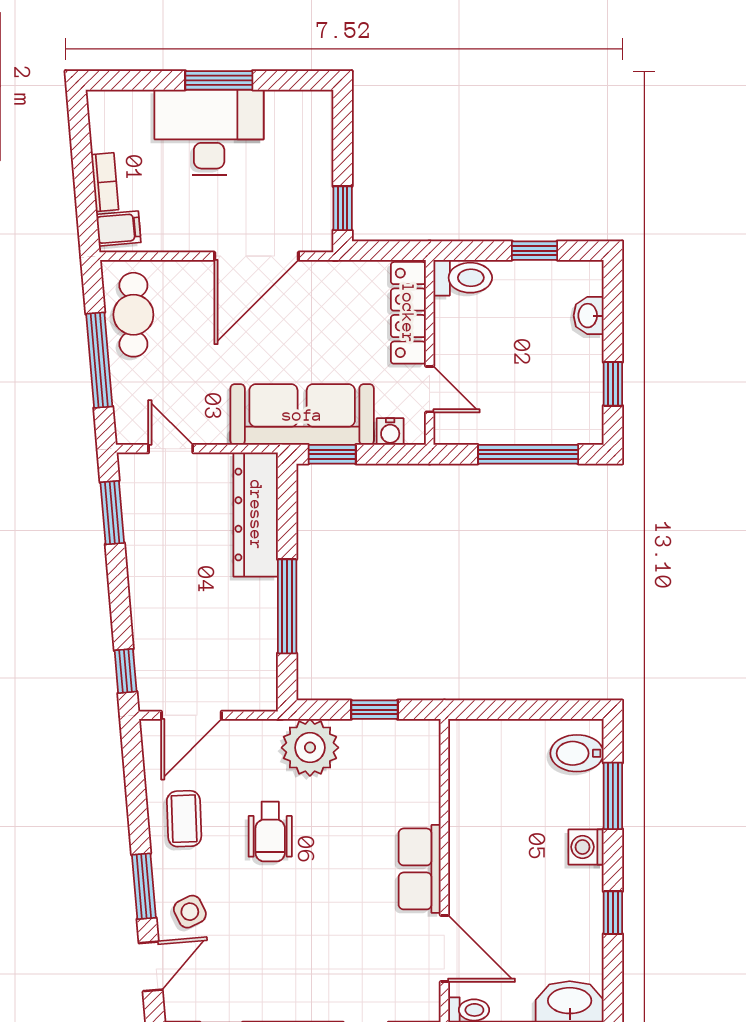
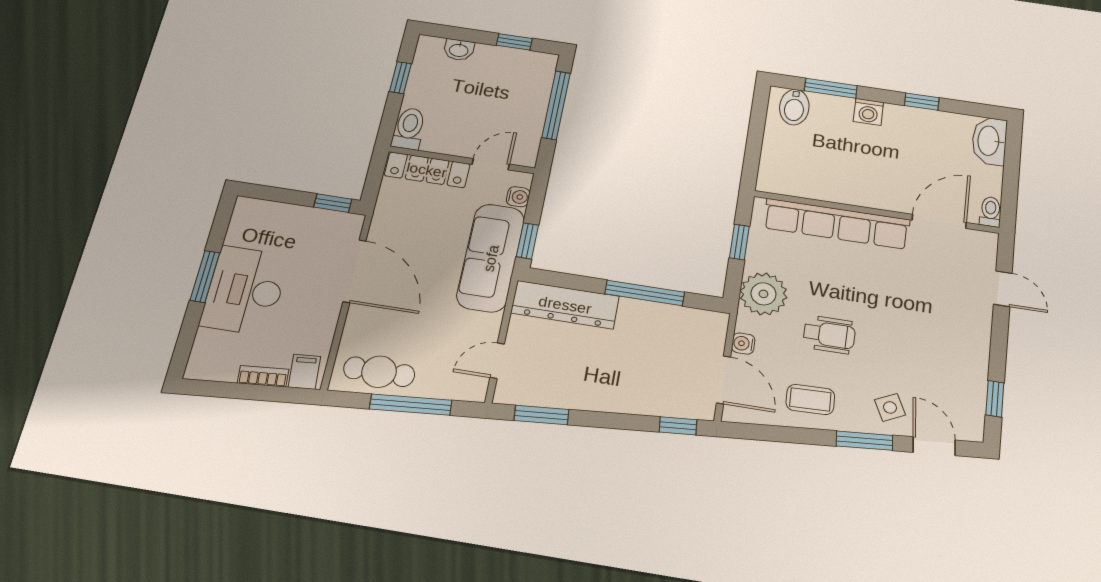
water cooler: (241, 732) -> (743, 344), added
row of seats: (420, 869) -> (837, 224), width x2.02

